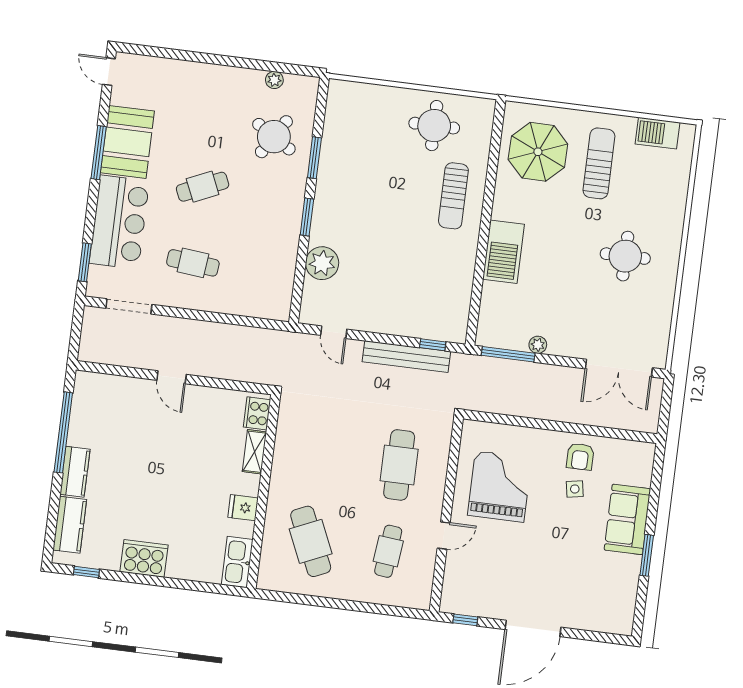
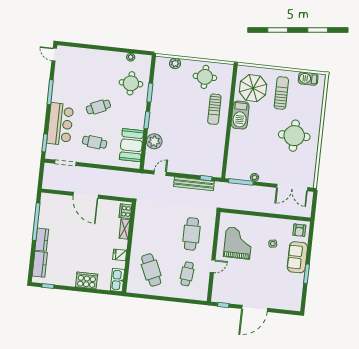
plant: (370, 95) -> (175, 63), added
round table: (274, 137) -> (131, 83), turned -32
booth: (127, 142) -> (131, 145), moved
barbecue: (504, 252) -> (240, 115), moved
round table: (625, 256) -> (294, 136), width x1.36, depth x1.36
door: (334, 332) -> (160, 173), swing flipped
door: (172, 377) -> (86, 195), width x1.88
armchair: (580, 457) -> (299, 230), moved
cooker: (144, 558) -> (87, 280), moved

